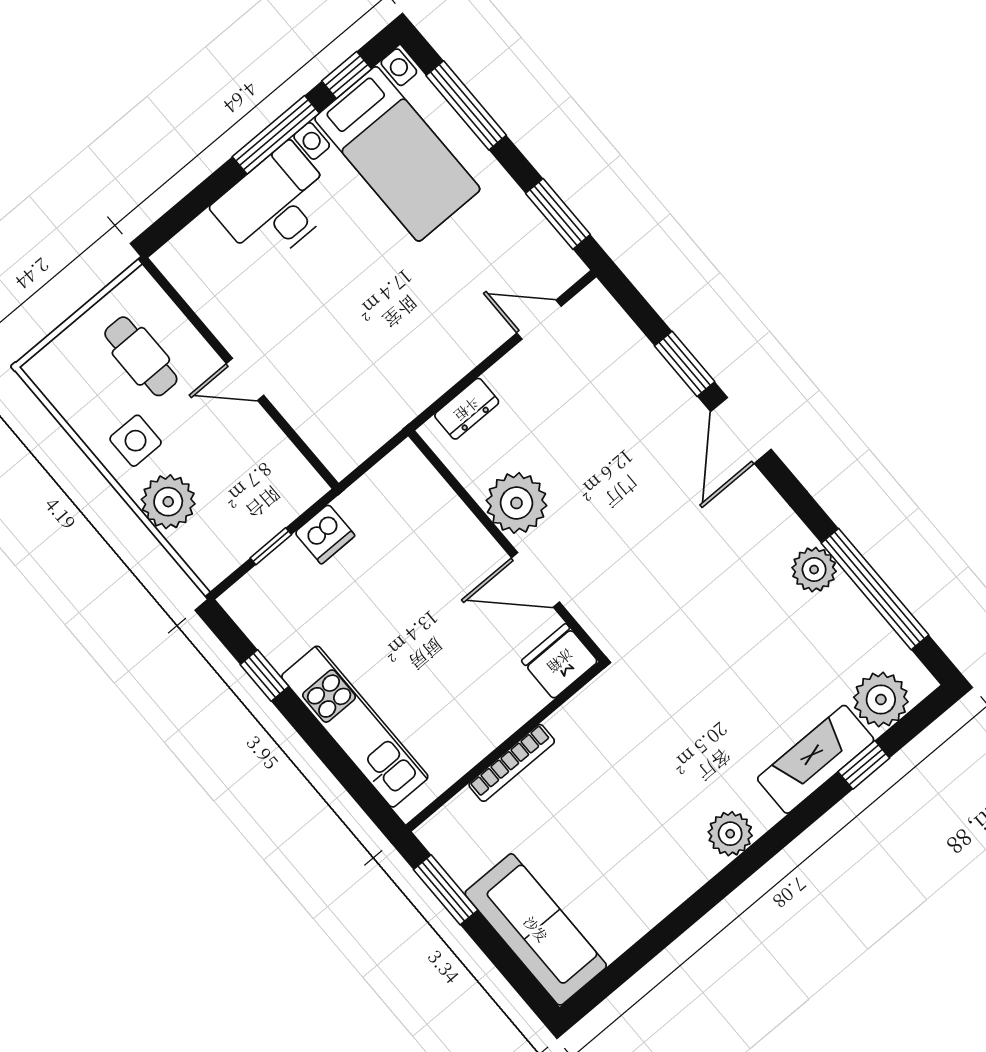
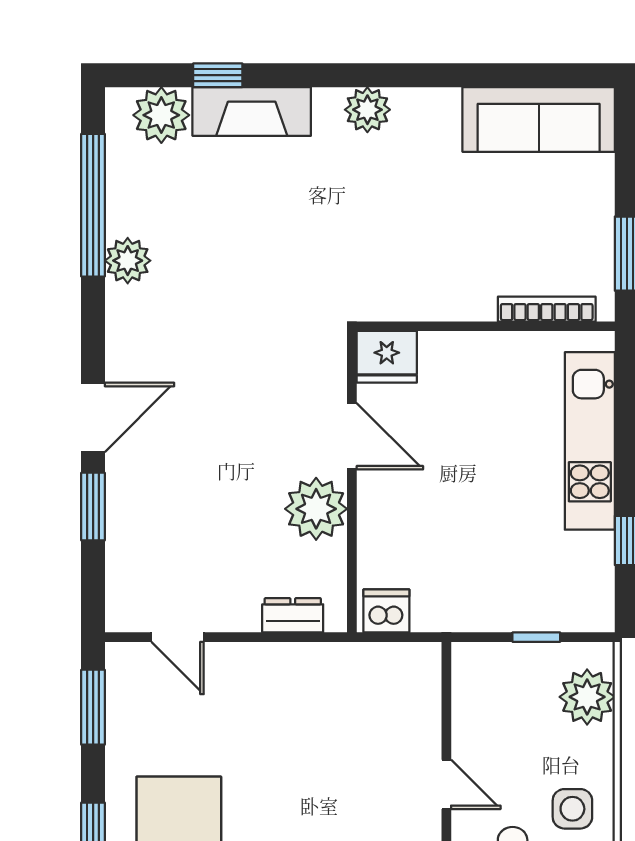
plant: (168, 502) -> (587, 697), moved
dishwasher: (325, 534) -> (386, 611), moved
bookcase: (512, 763) -> (547, 309), moved
sofa: (536, 929) -> (539, 119), moved, turned -90

